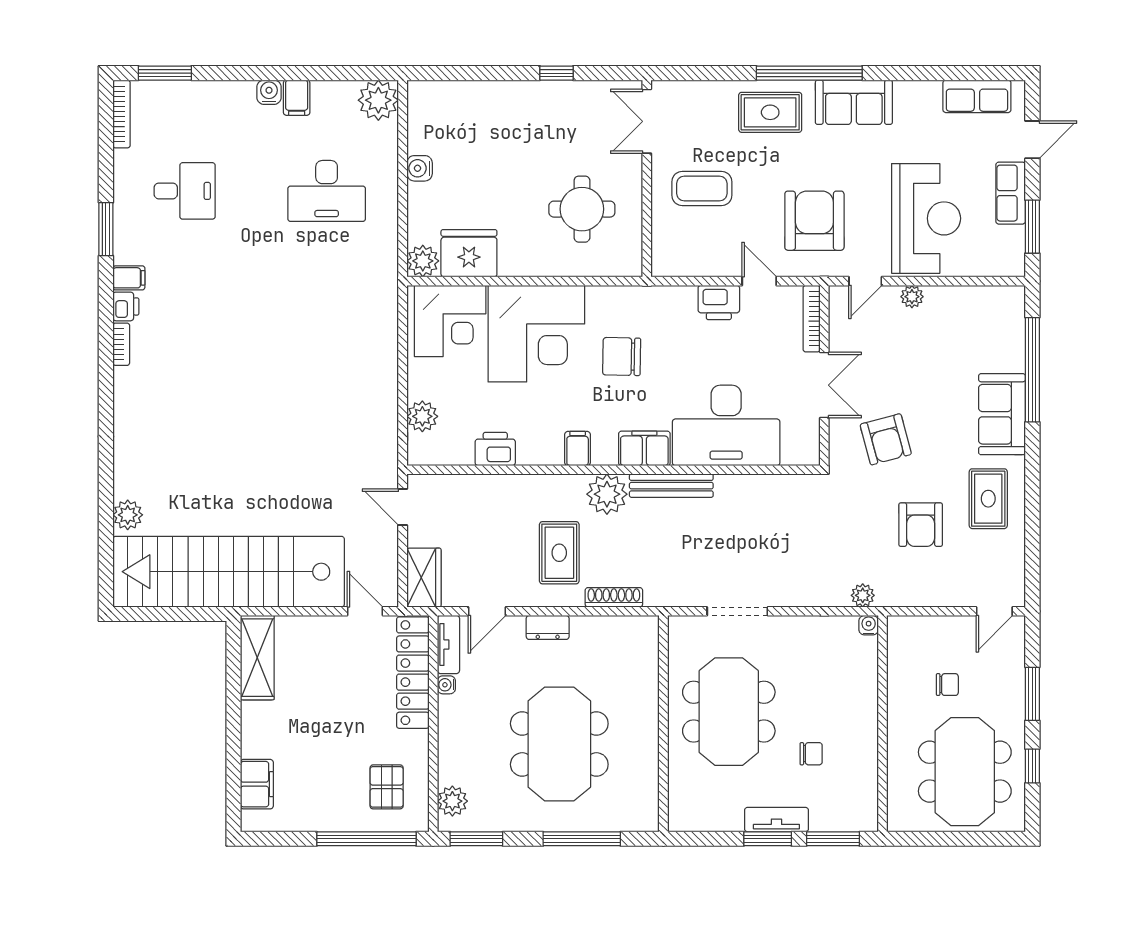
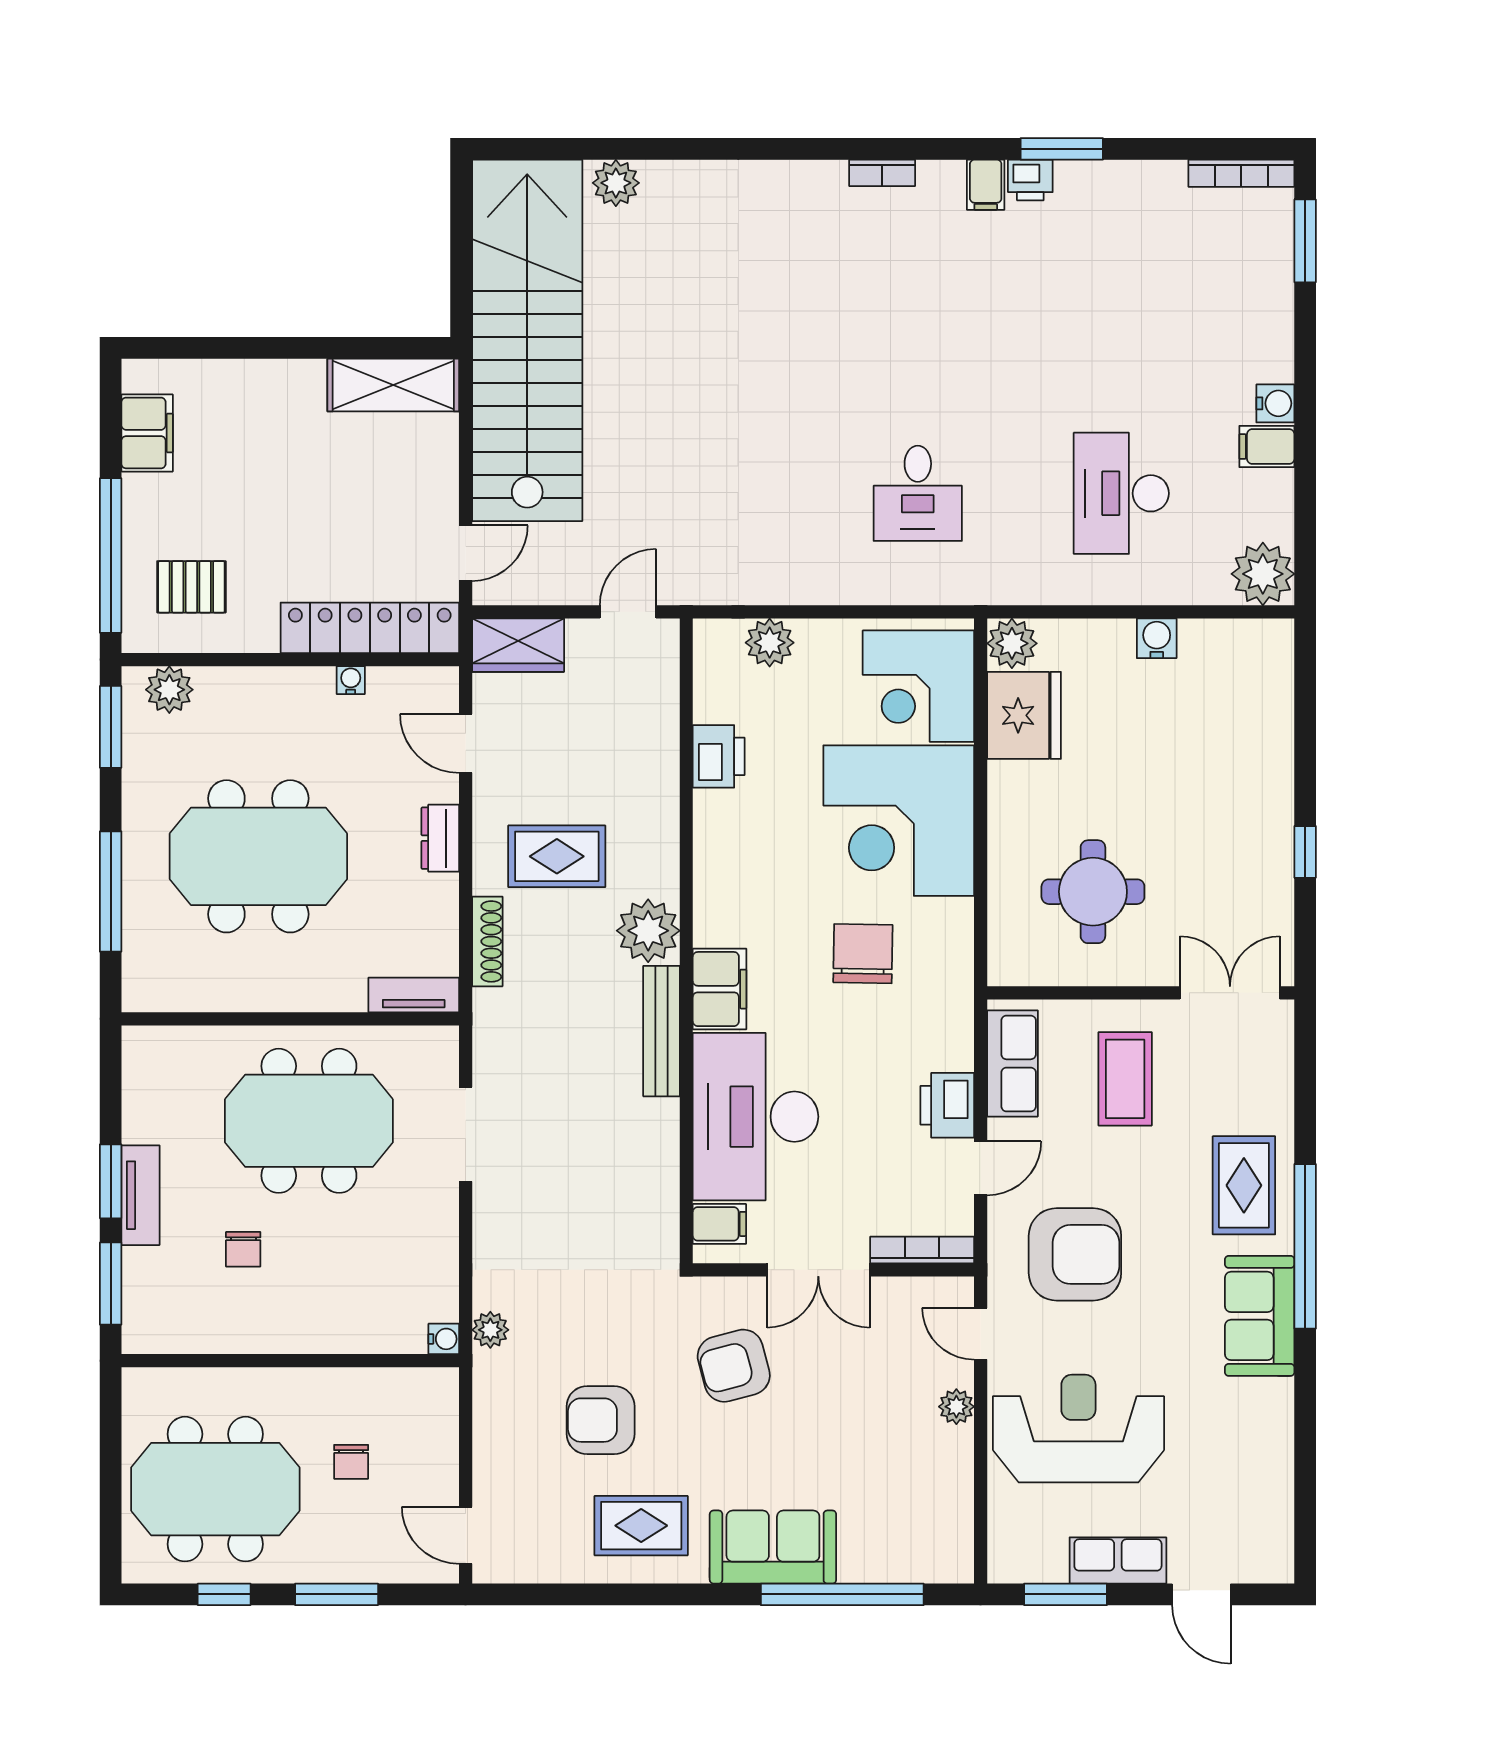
row of seats: (977, 96) -> (1012, 1063), moved, turned 180
desk: (185, 191) -> (918, 493), moved
reception desk: (926, 218) -> (1078, 1429), turned 180
printer: (126, 306) -> (1030, 180), moved
filing cabinet: (578, 449) -> (719, 1224), moved
tv unit: (448, 644) -> (414, 995), moved, turned 180
filing cabinet: (257, 784) -> (147, 433), moved, turned -90

